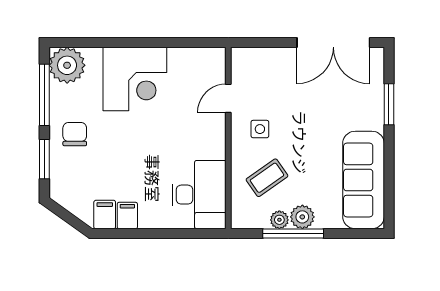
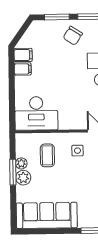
chair: (75, 134) -> (73, 36), turned 123
coffee table: (267, 178) -> (47, 155), turned 35
window: (293, 234) -> (13, 172), width x0.69

